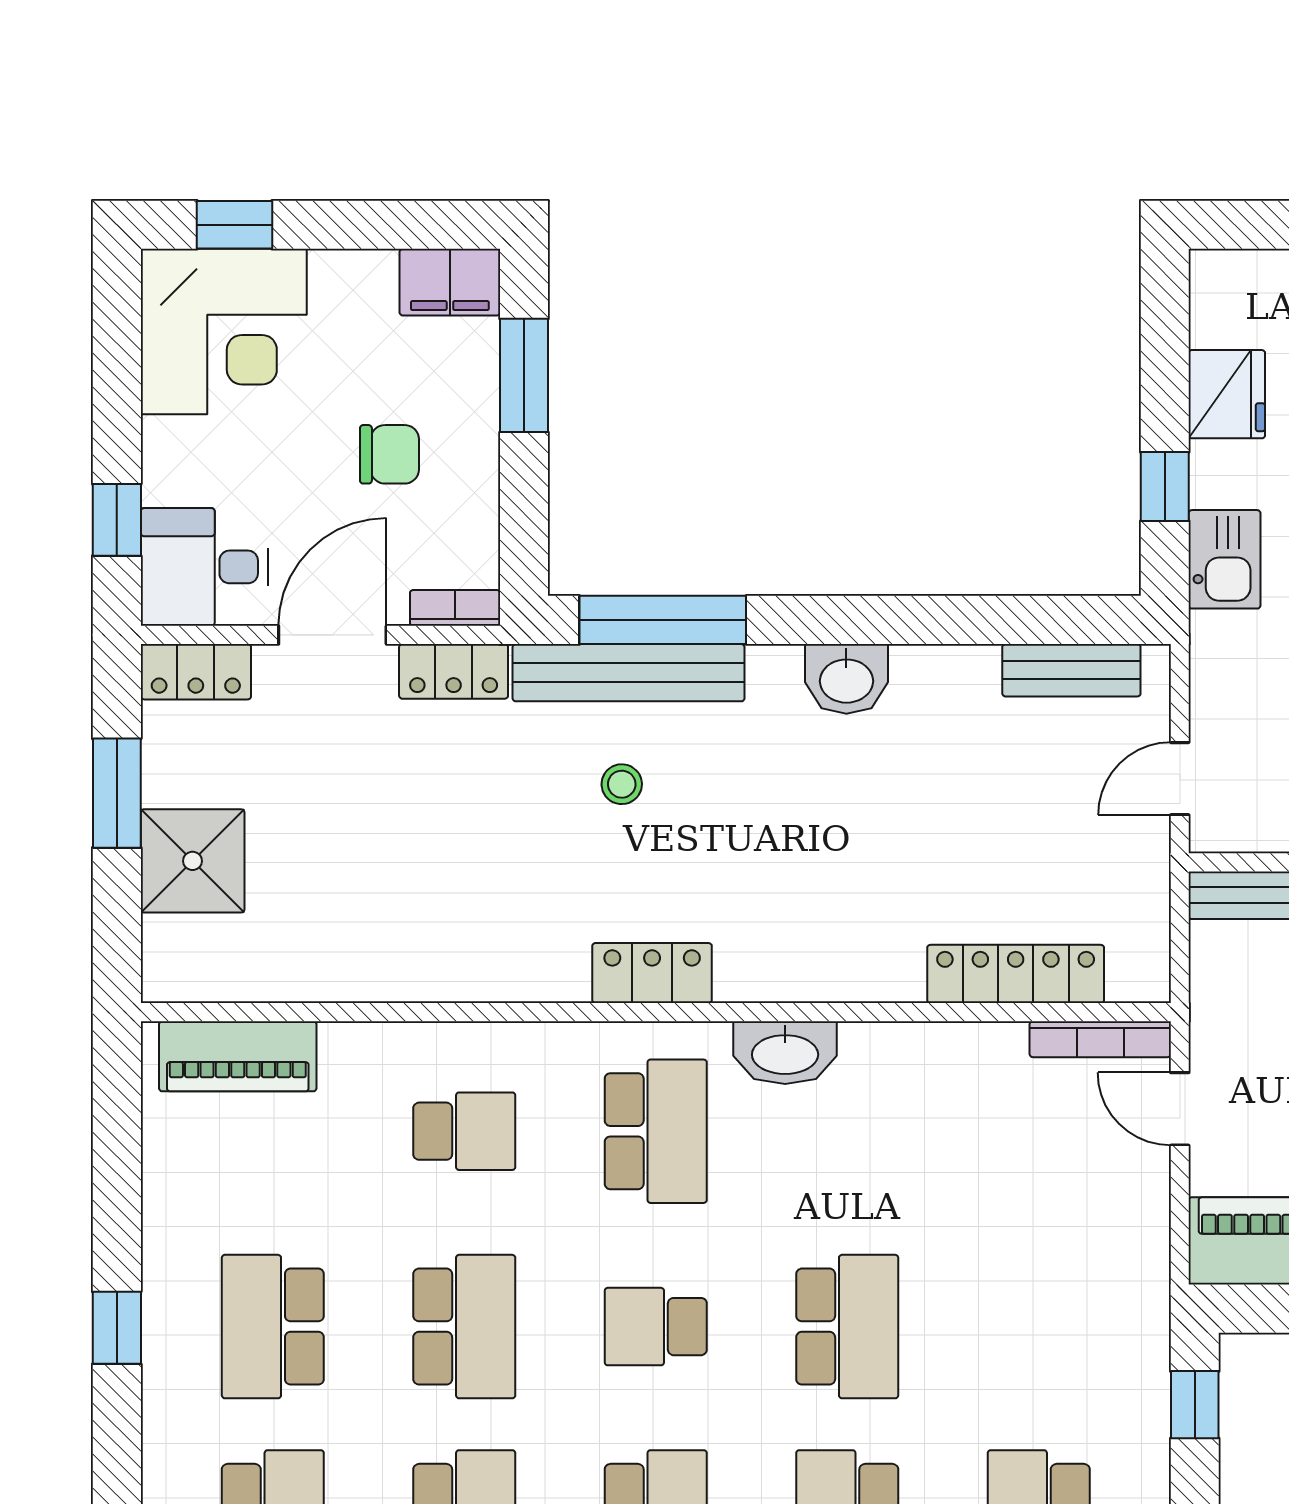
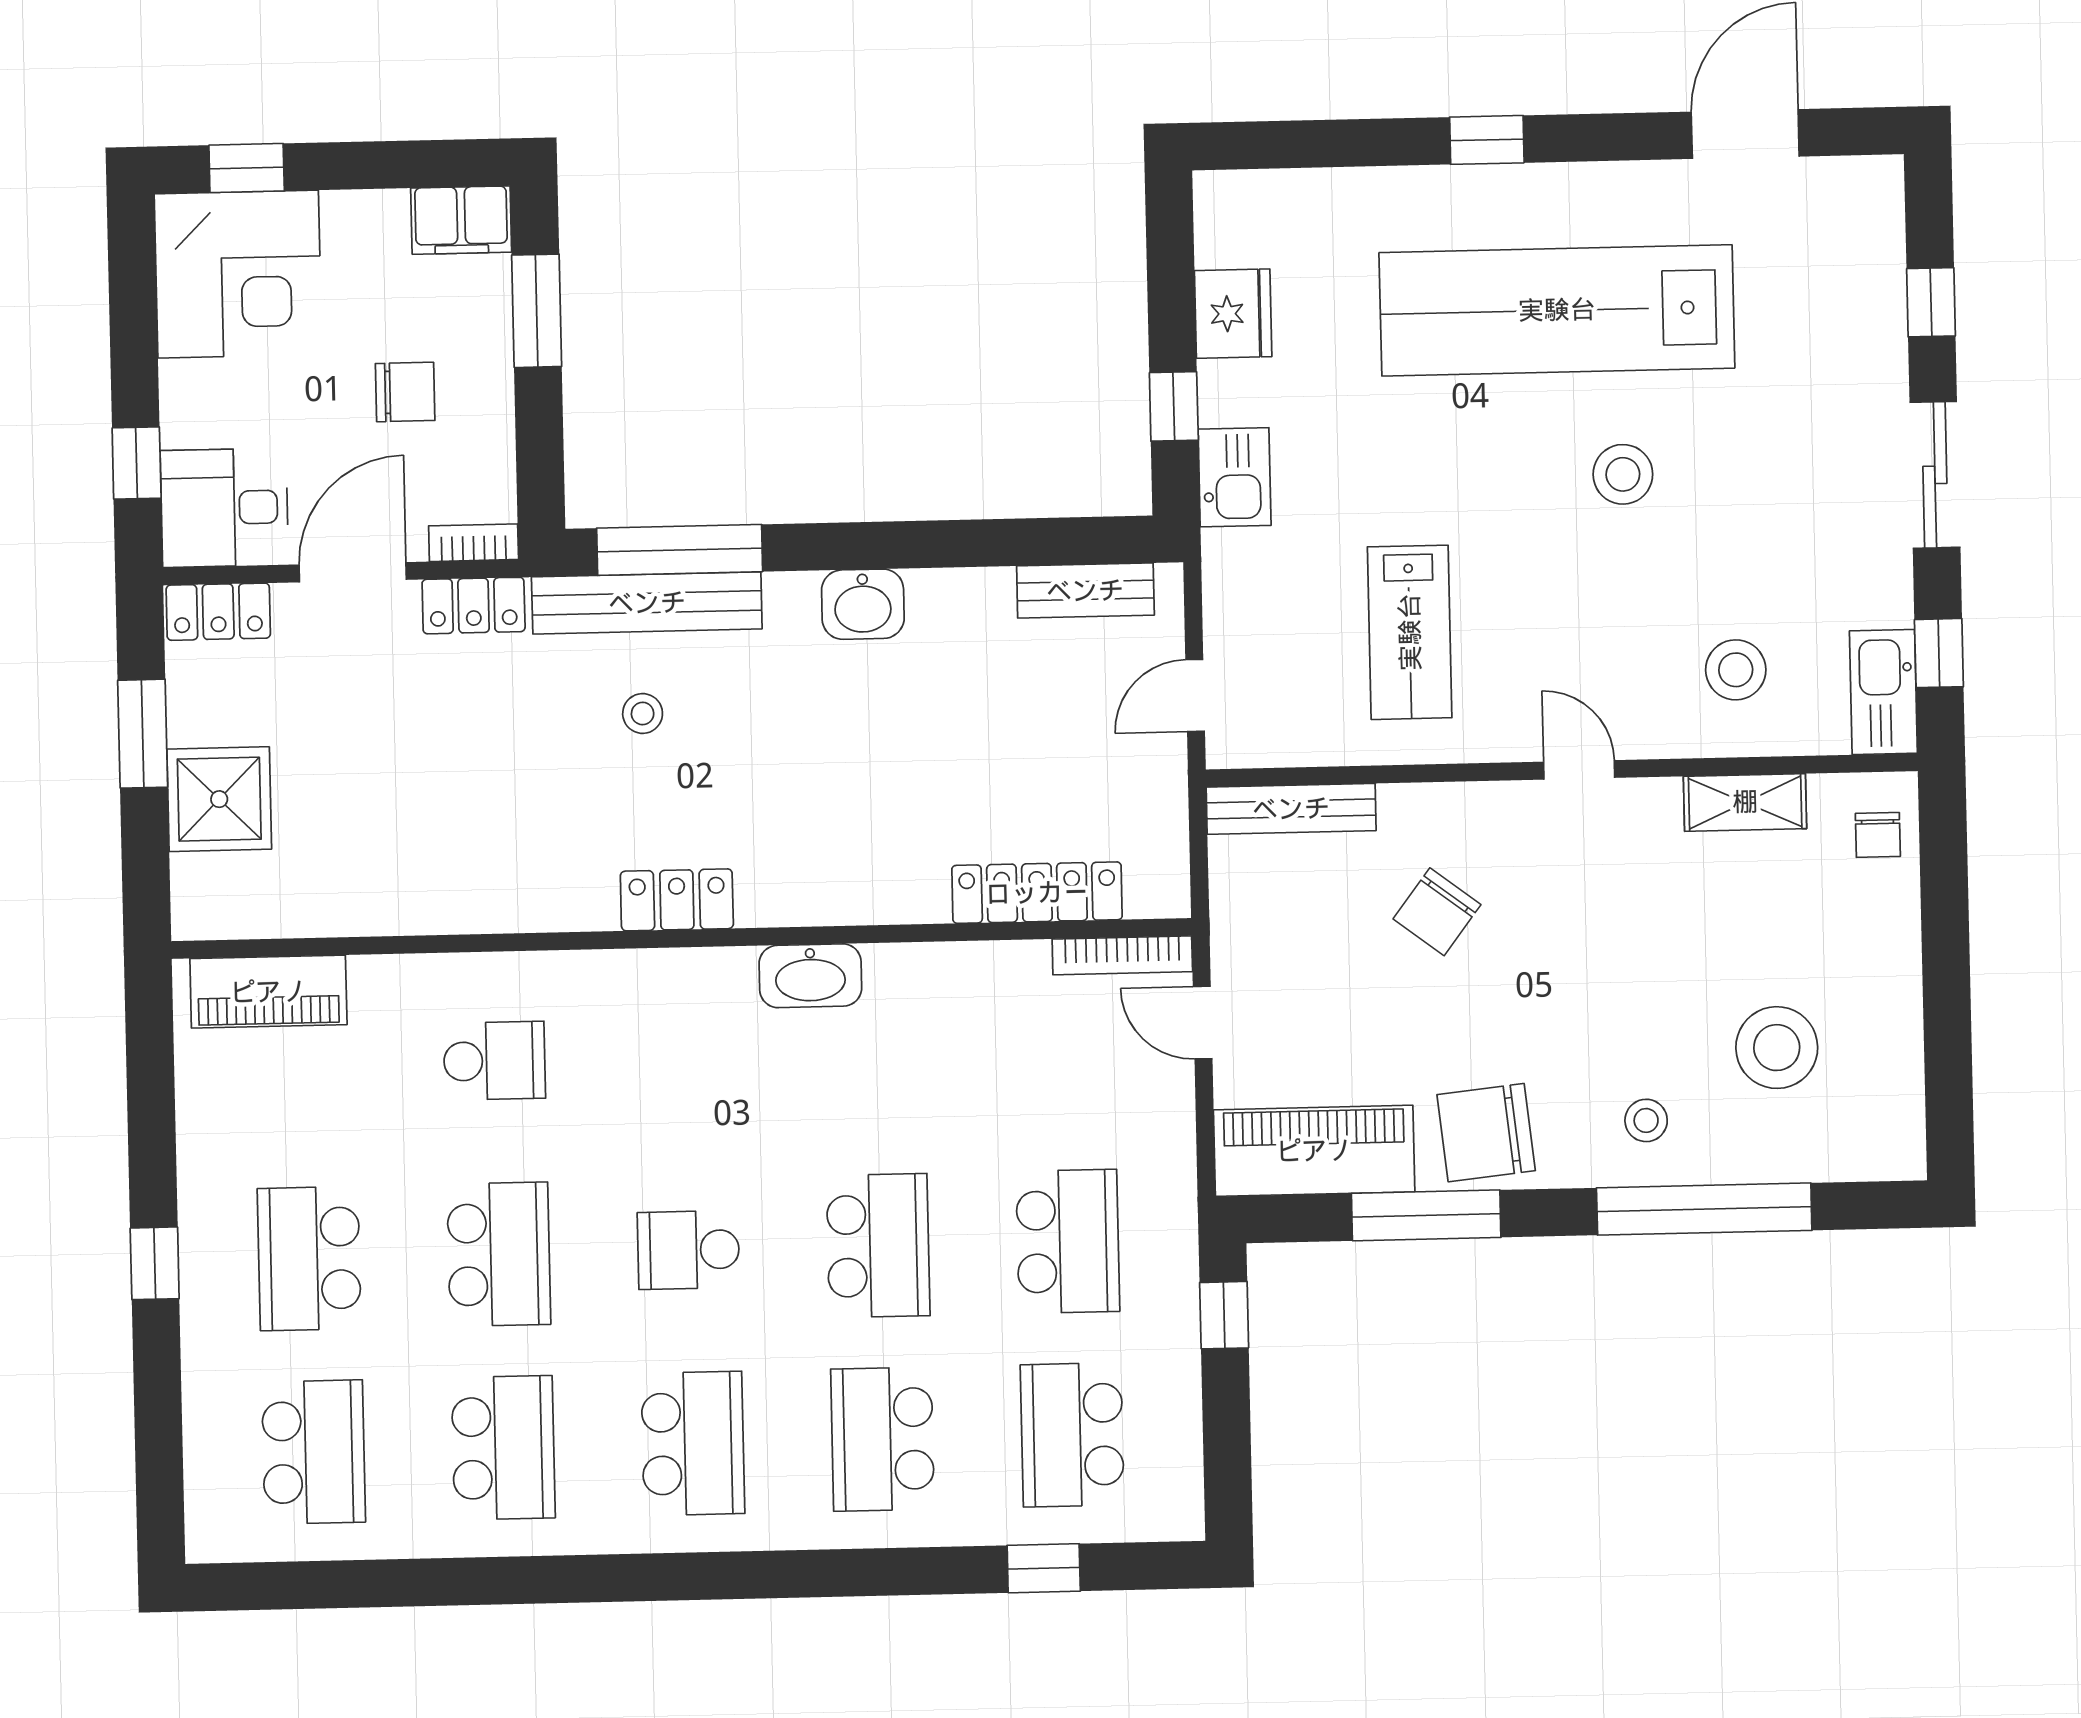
school desk: (656, 1131) -> (1068, 1241), moved

